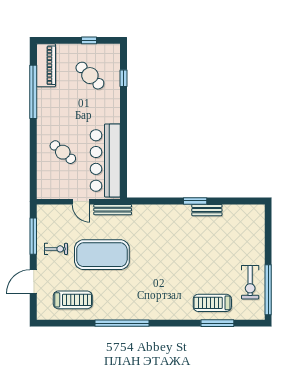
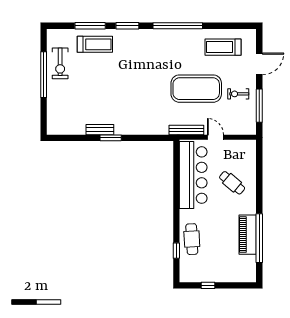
piano: (46, 65) -> (248, 235), moved
cafe table: (90, 76) -> (192, 239), moved, turned 43
exercise bike: (250, 282) -> (60, 63), turned 180
window: (268, 290) -> (44, 75), moved
window: (177, 323) -> (127, 26), added

